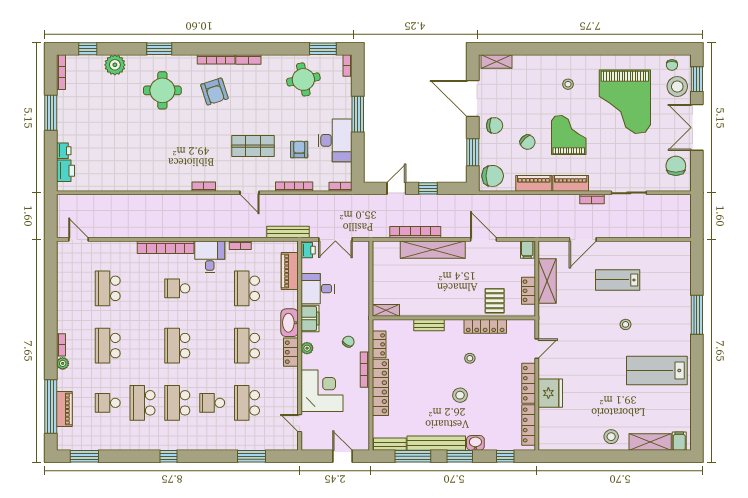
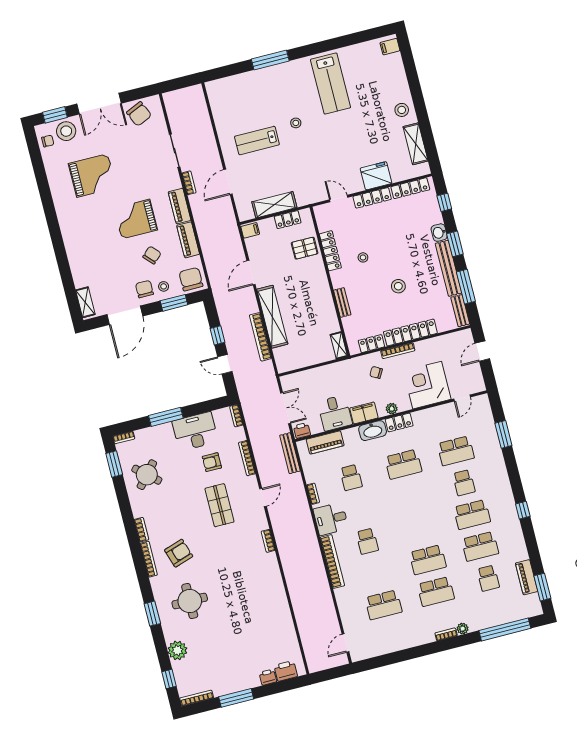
round table: (303, 79) -> (147, 475), turned -38
stool: (568, 84) -> (164, 286), moved
grand piano: (625, 102) -> (92, 175), width x0.73, depth x0.68
chair: (676, 166) -> (139, 114), turned -114
door: (583, 239) -> (228, 182), swing flipped
lab bench: (618, 280) -> (257, 141), turned 90
school desk: (247, 288) -> (351, 478), width x0.54
school desk: (177, 346) -> (428, 560), moved
stool: (460, 395) -> (398, 286), moved
piano: (64, 409) -> (527, 577), moved, turned -90
shelving: (650, 442) -> (416, 144), moved

